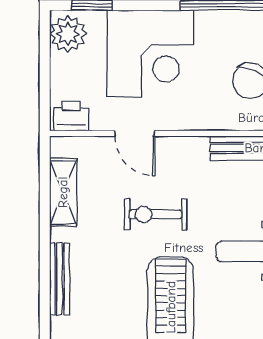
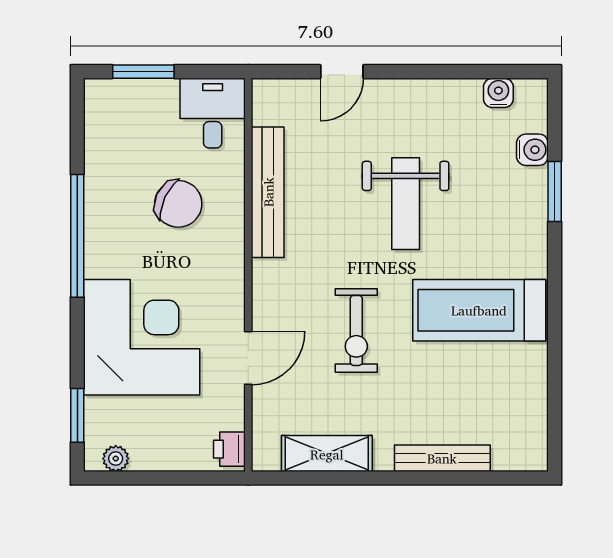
plant: (68, 34) -> (116, 459), width x0.53, depth x0.53
printer: (71, 116) -> (229, 449), width x0.73, depth x0.81

